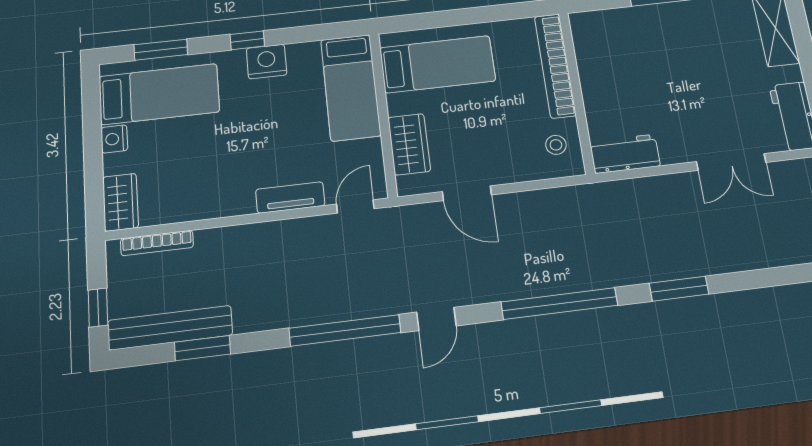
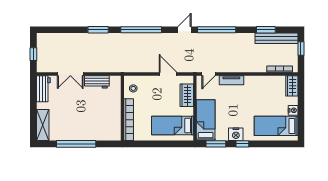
window: (161, 50) -> (216, 144), moved
workbench: (625, 154) -> (97, 82), moved
double door: (731, 162) -> (70, 74), swing flipped

